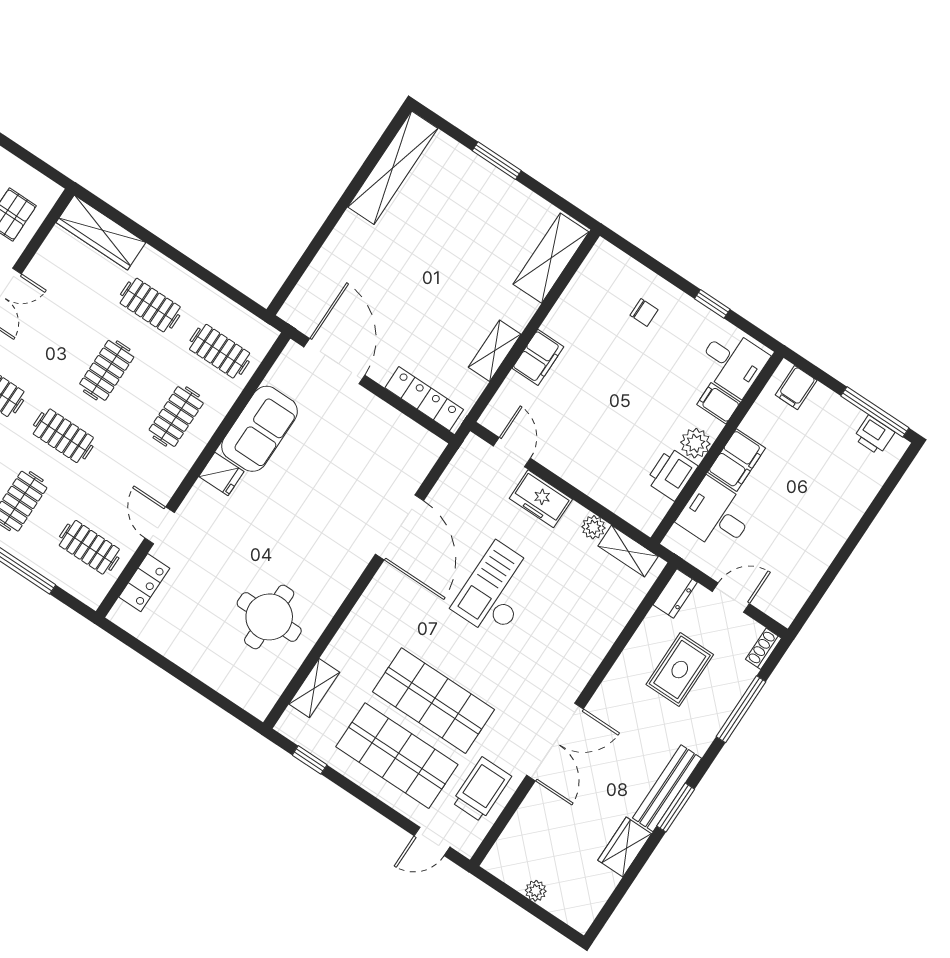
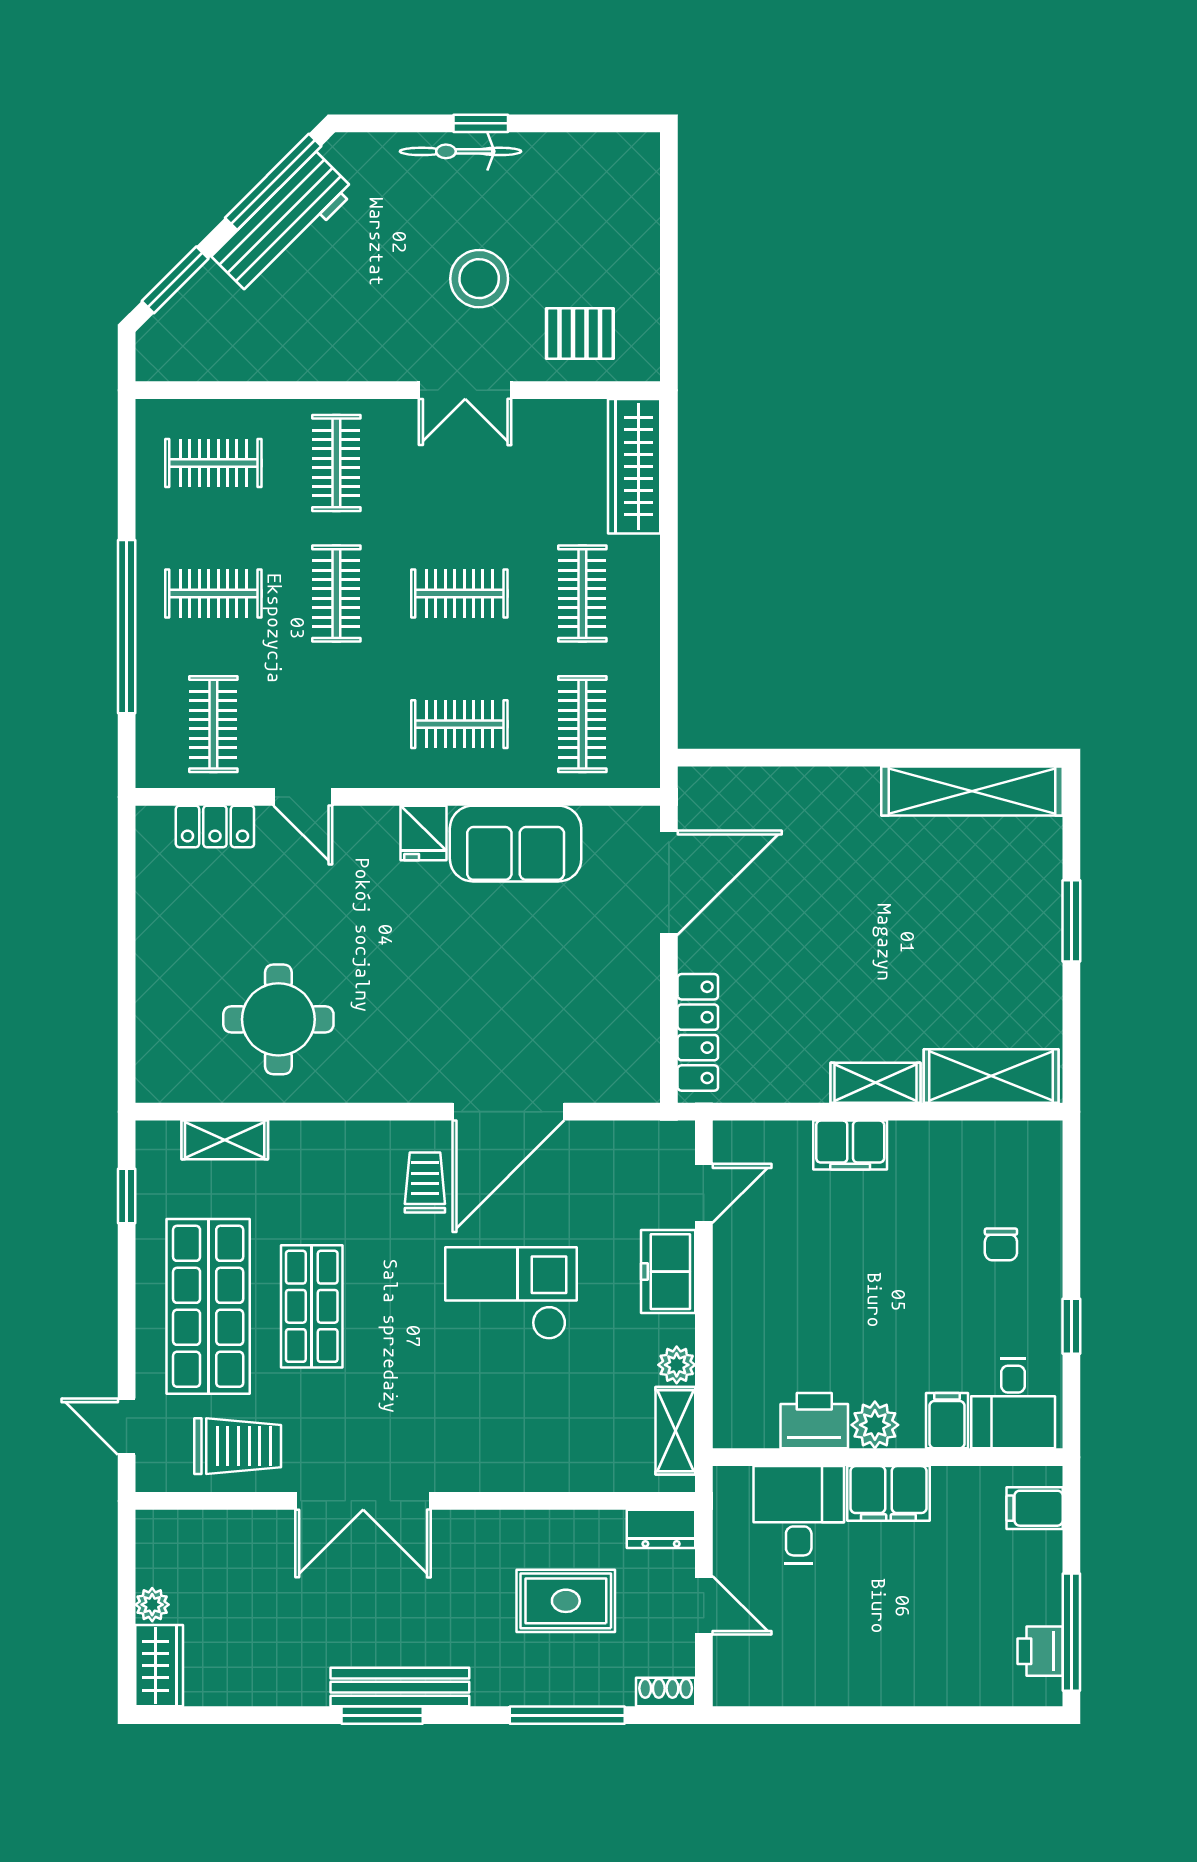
shelving: (495, 351) -> (875, 1083), moved
door: (160, 525) -> (303, 797), swing flipped
trolley: (408, 597) -> (425, 1183), added
shop shelf: (433, 701) -> (312, 1306), width x0.70, depth x0.74
wardrobe: (625, 847) -> (159, 1666), moved, turned 90

